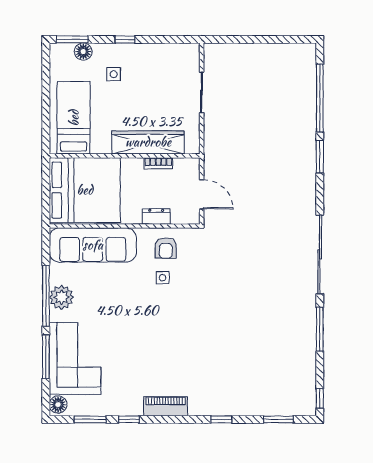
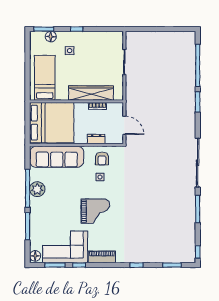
grand piano: (155, 333) -> (95, 211), added
corner sofa: (75, 358) -> (65, 247), moved, turned -90

